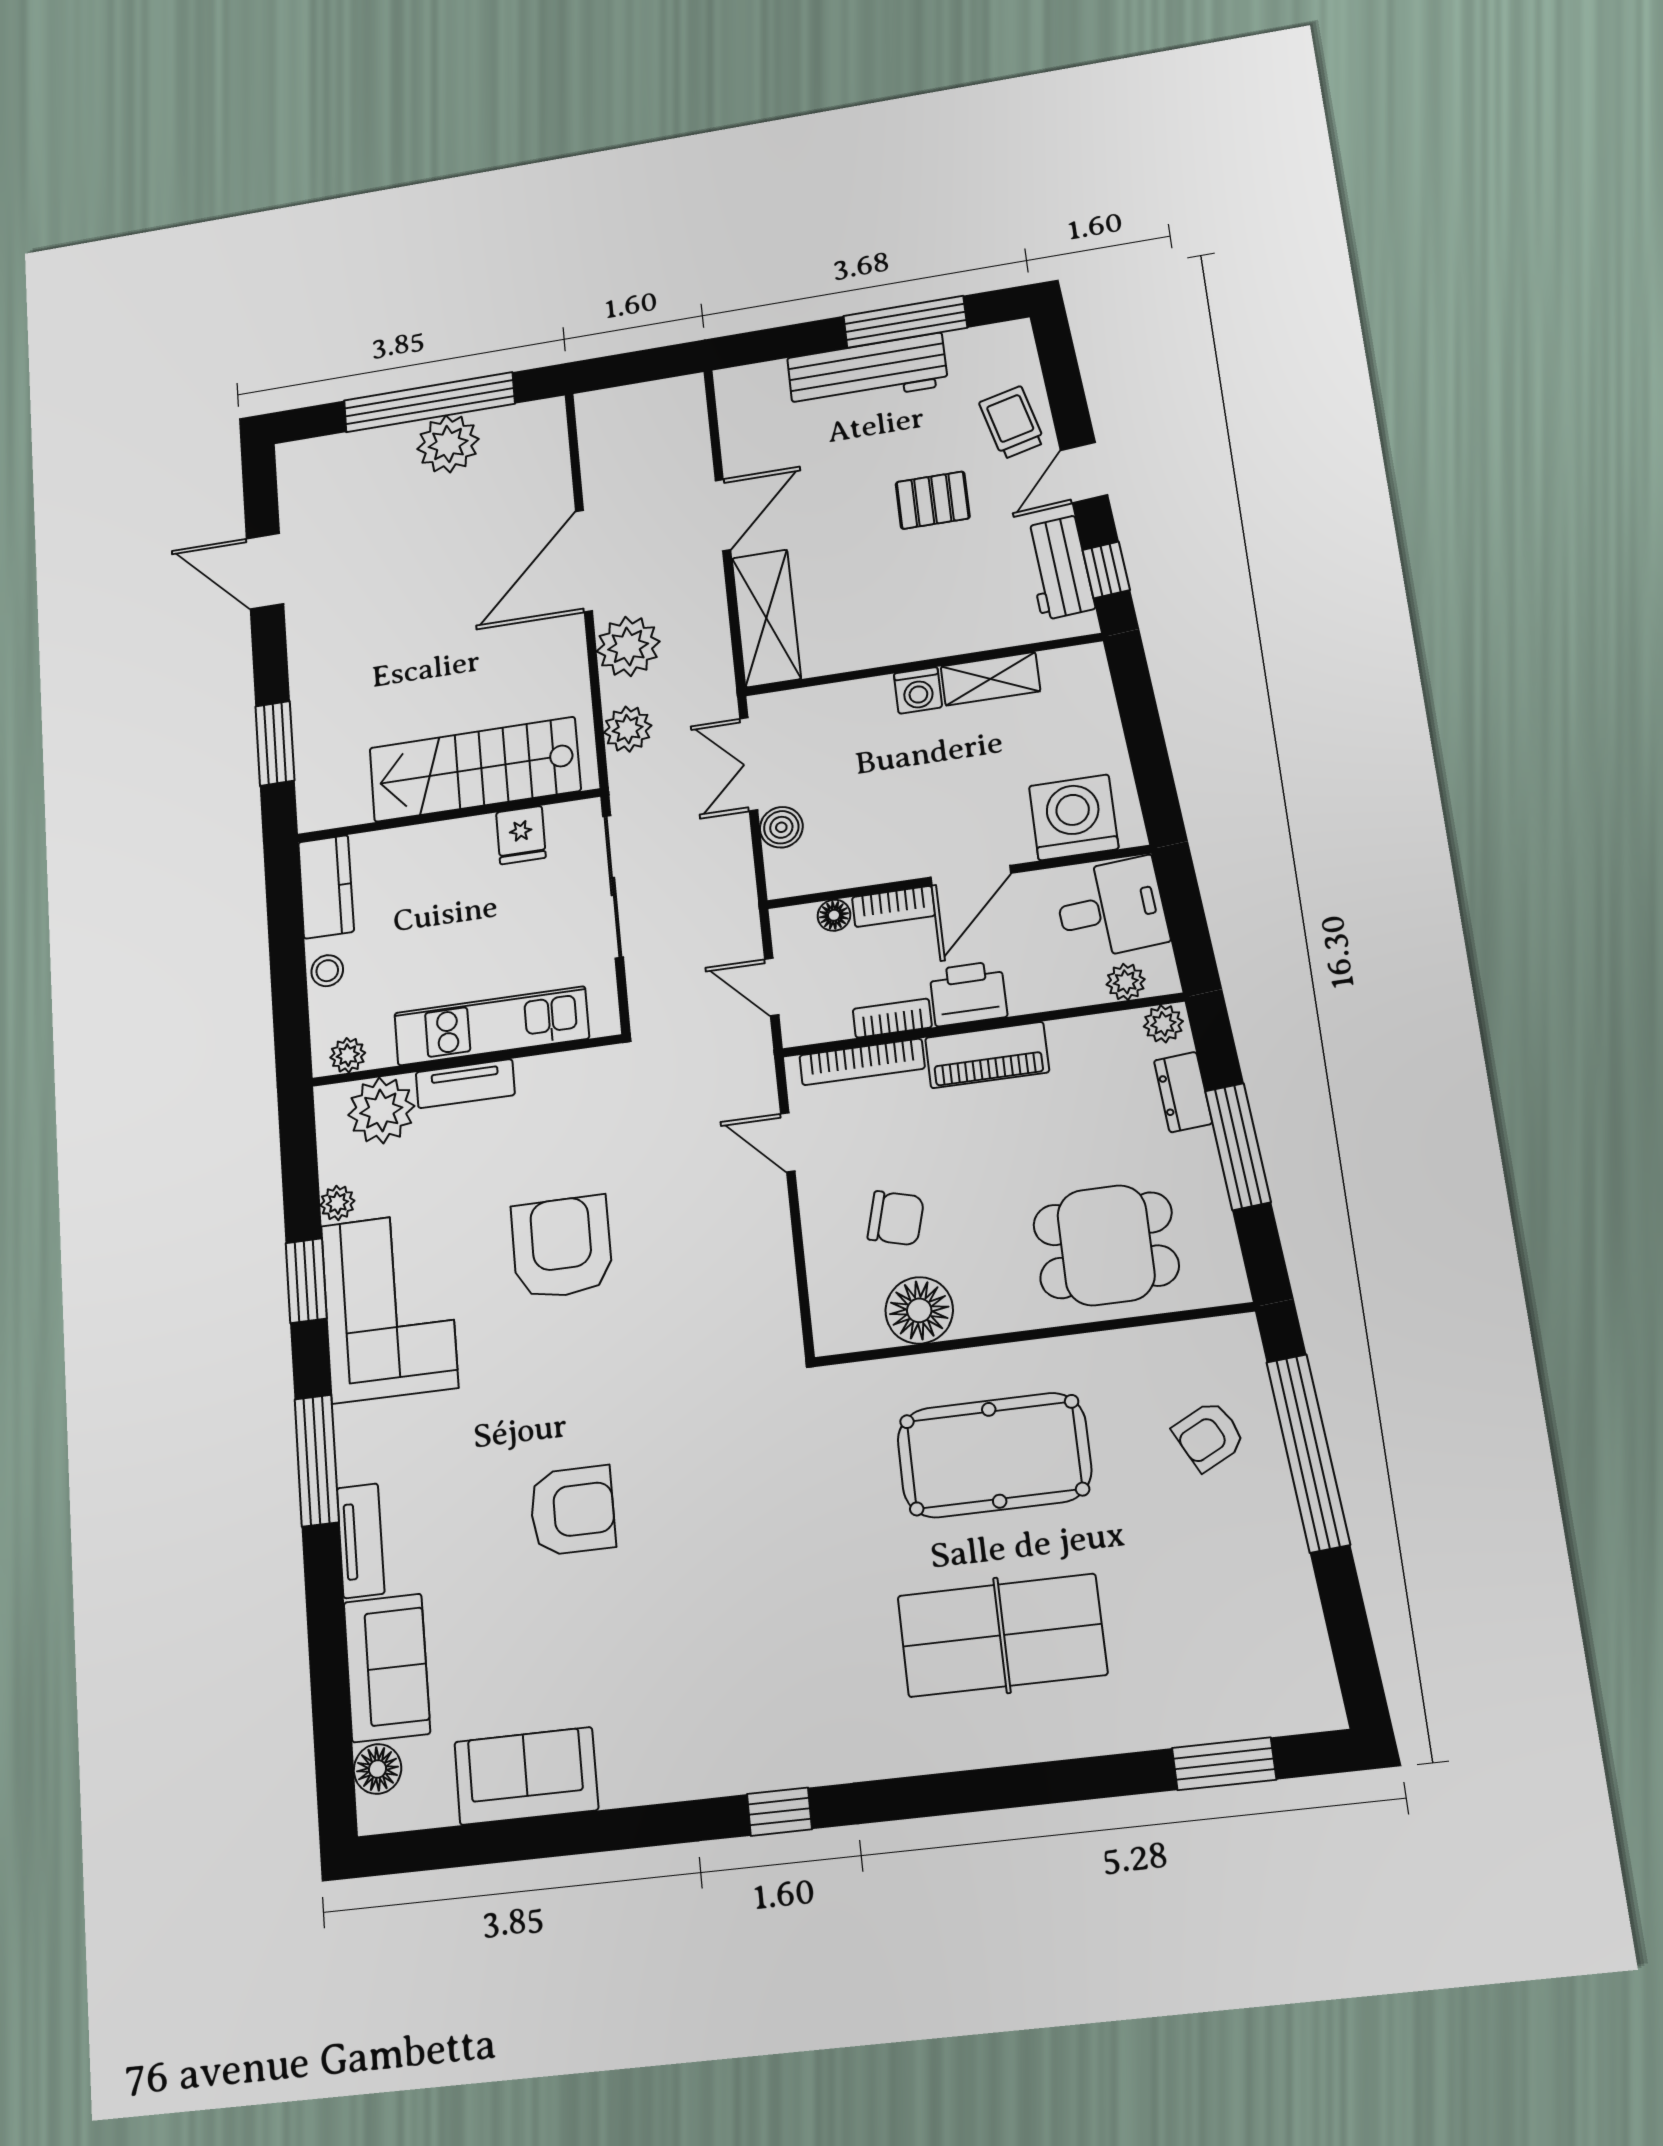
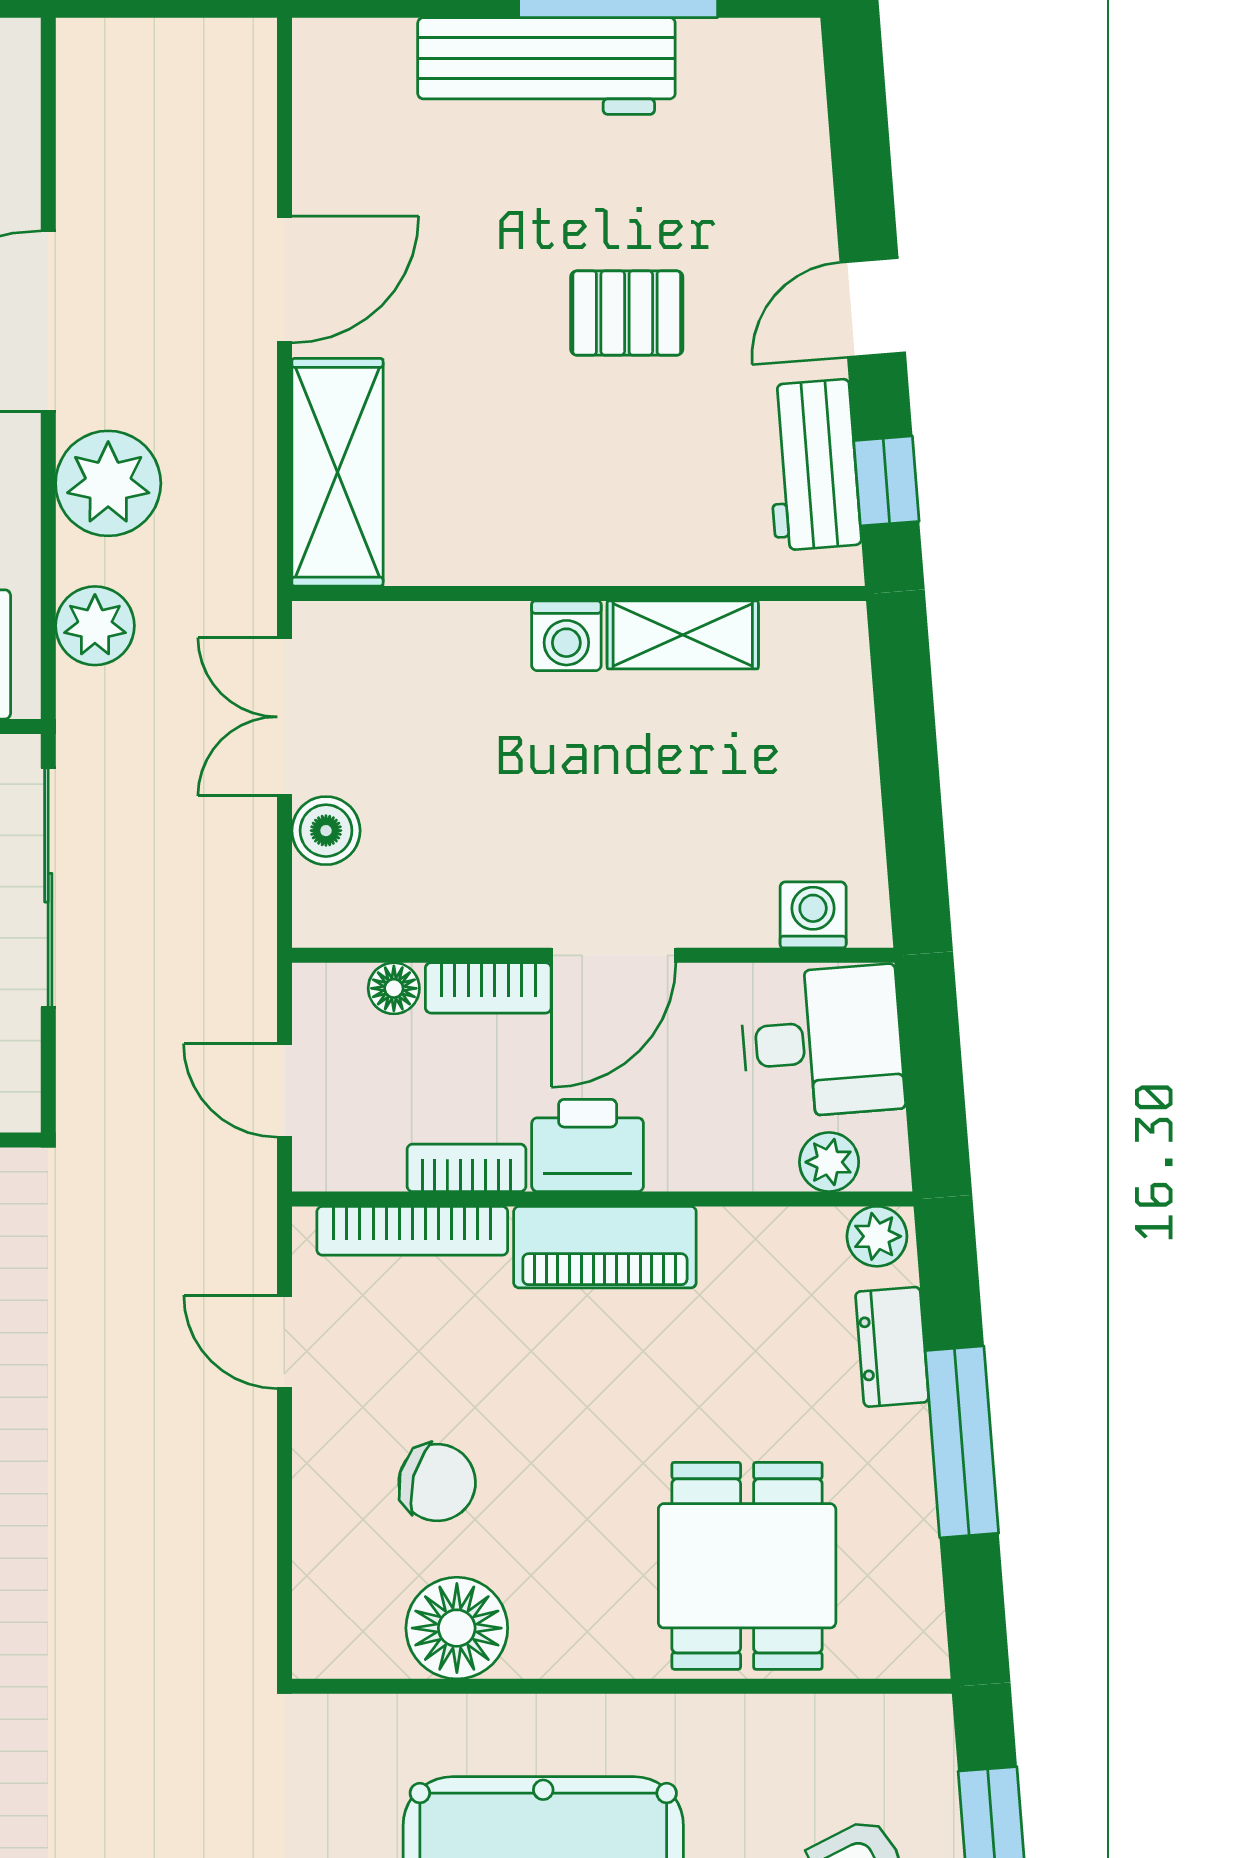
trolley: (1012, 422) -> (769, 199), removed
washing machine: (1074, 817) -> (813, 915), width x0.53, depth x0.53
dining table: (1106, 1245) -> (747, 1566), turned 90

